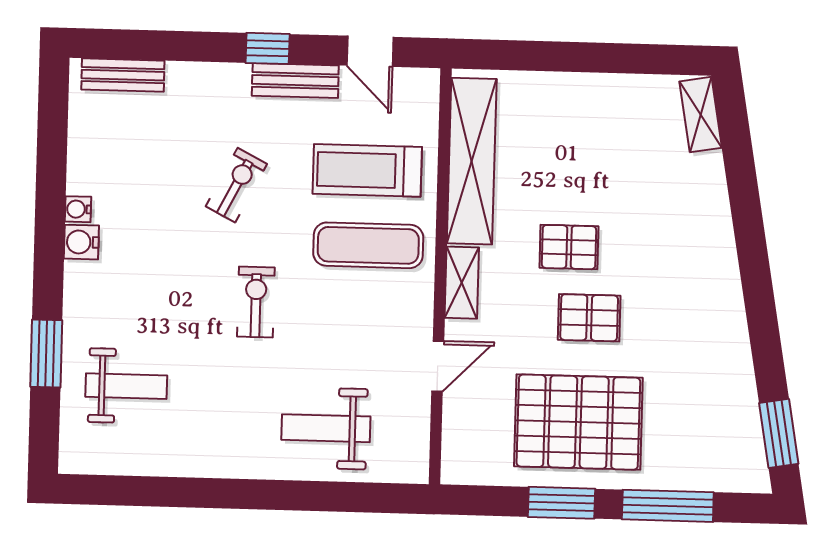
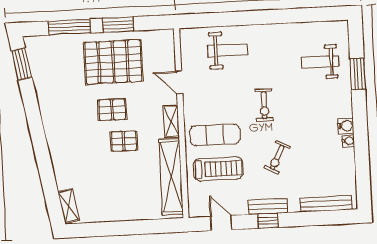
bench: (123, 75) -> (326, 204), width x1.36
bench: (295, 81) -> (268, 206), moved
door: (438, 366) -> (179, 82), hinge flipped

